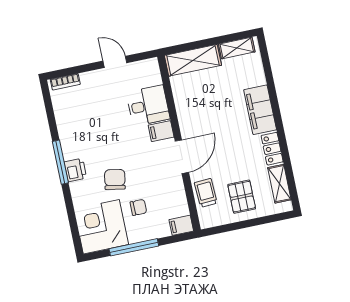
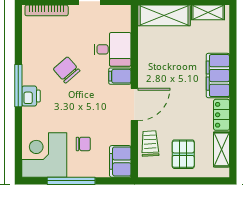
bookcase: (65, 82) -> (47, 10), width x1.56
chair: (115, 179) -> (67, 70), moved, turned -51
filing cabinet: (181, 225) -> (120, 161), width x2.00

